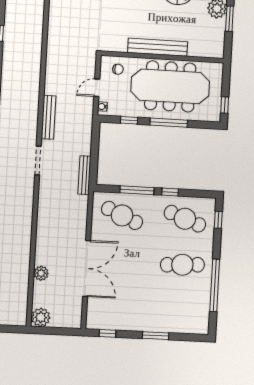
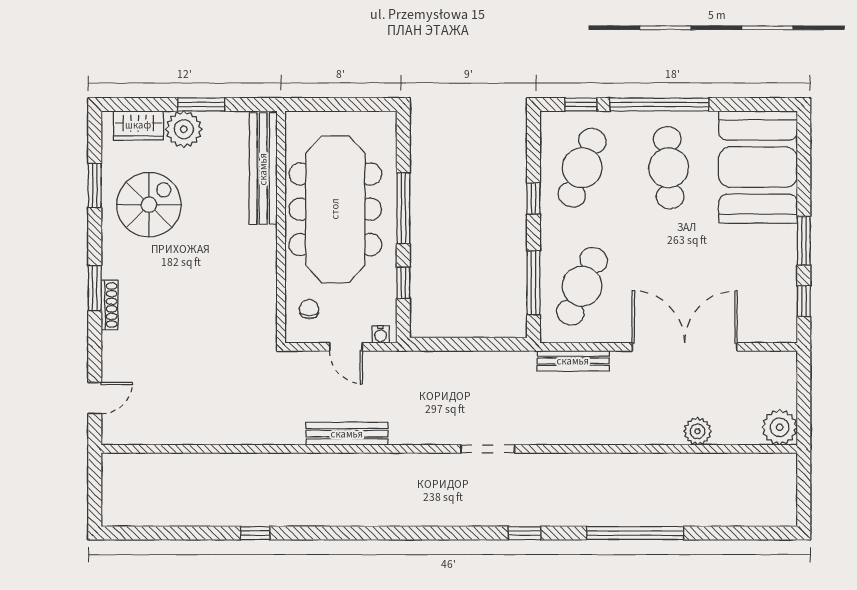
bench: (158, 47) -> (263, 169), moved
window: (225, 105) -> (364, 105), removed
bench: (49, 117) -> (347, 434), moved
bench: (84, 175) -> (573, 361), moved
window: (137, 190) -> (533, 283), moved
window: (215, 285) -> (659, 105), moved
booth: (180, 312) -> (758, 167), added
window: (156, 336) -> (804, 241), moved

